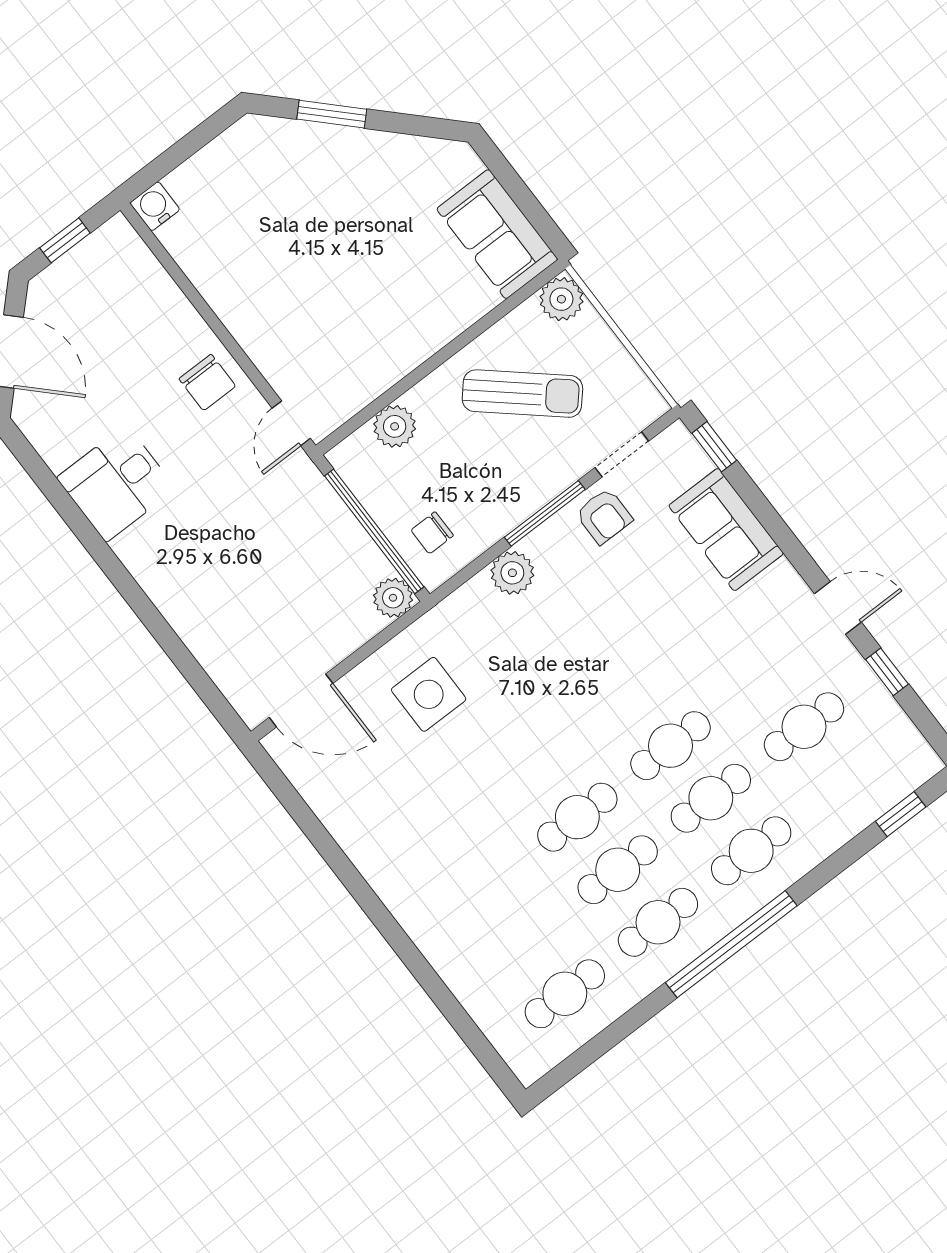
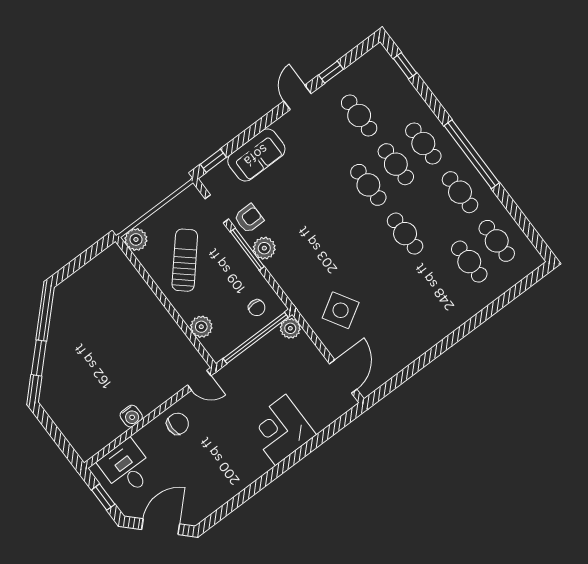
water cooler: (155, 206) -> (131, 416), moved, turned -90
sofa: (497, 234) -> (102, 273), removed
desk: (116, 483) -> (127, 468), moved, turned 180
plant: (512, 573) -> (264, 248), moved
corner desk: (197, 581) -> (281, 430), added
side table: (429, 694) -> (341, 310), turned -31
cafe table: (618, 870) -> (469, 262), moved

